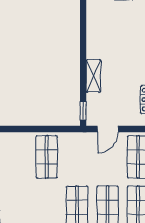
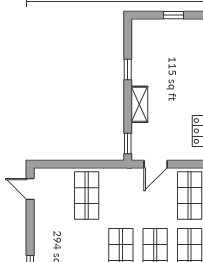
window: (83, 45) -> (128, 69), added

